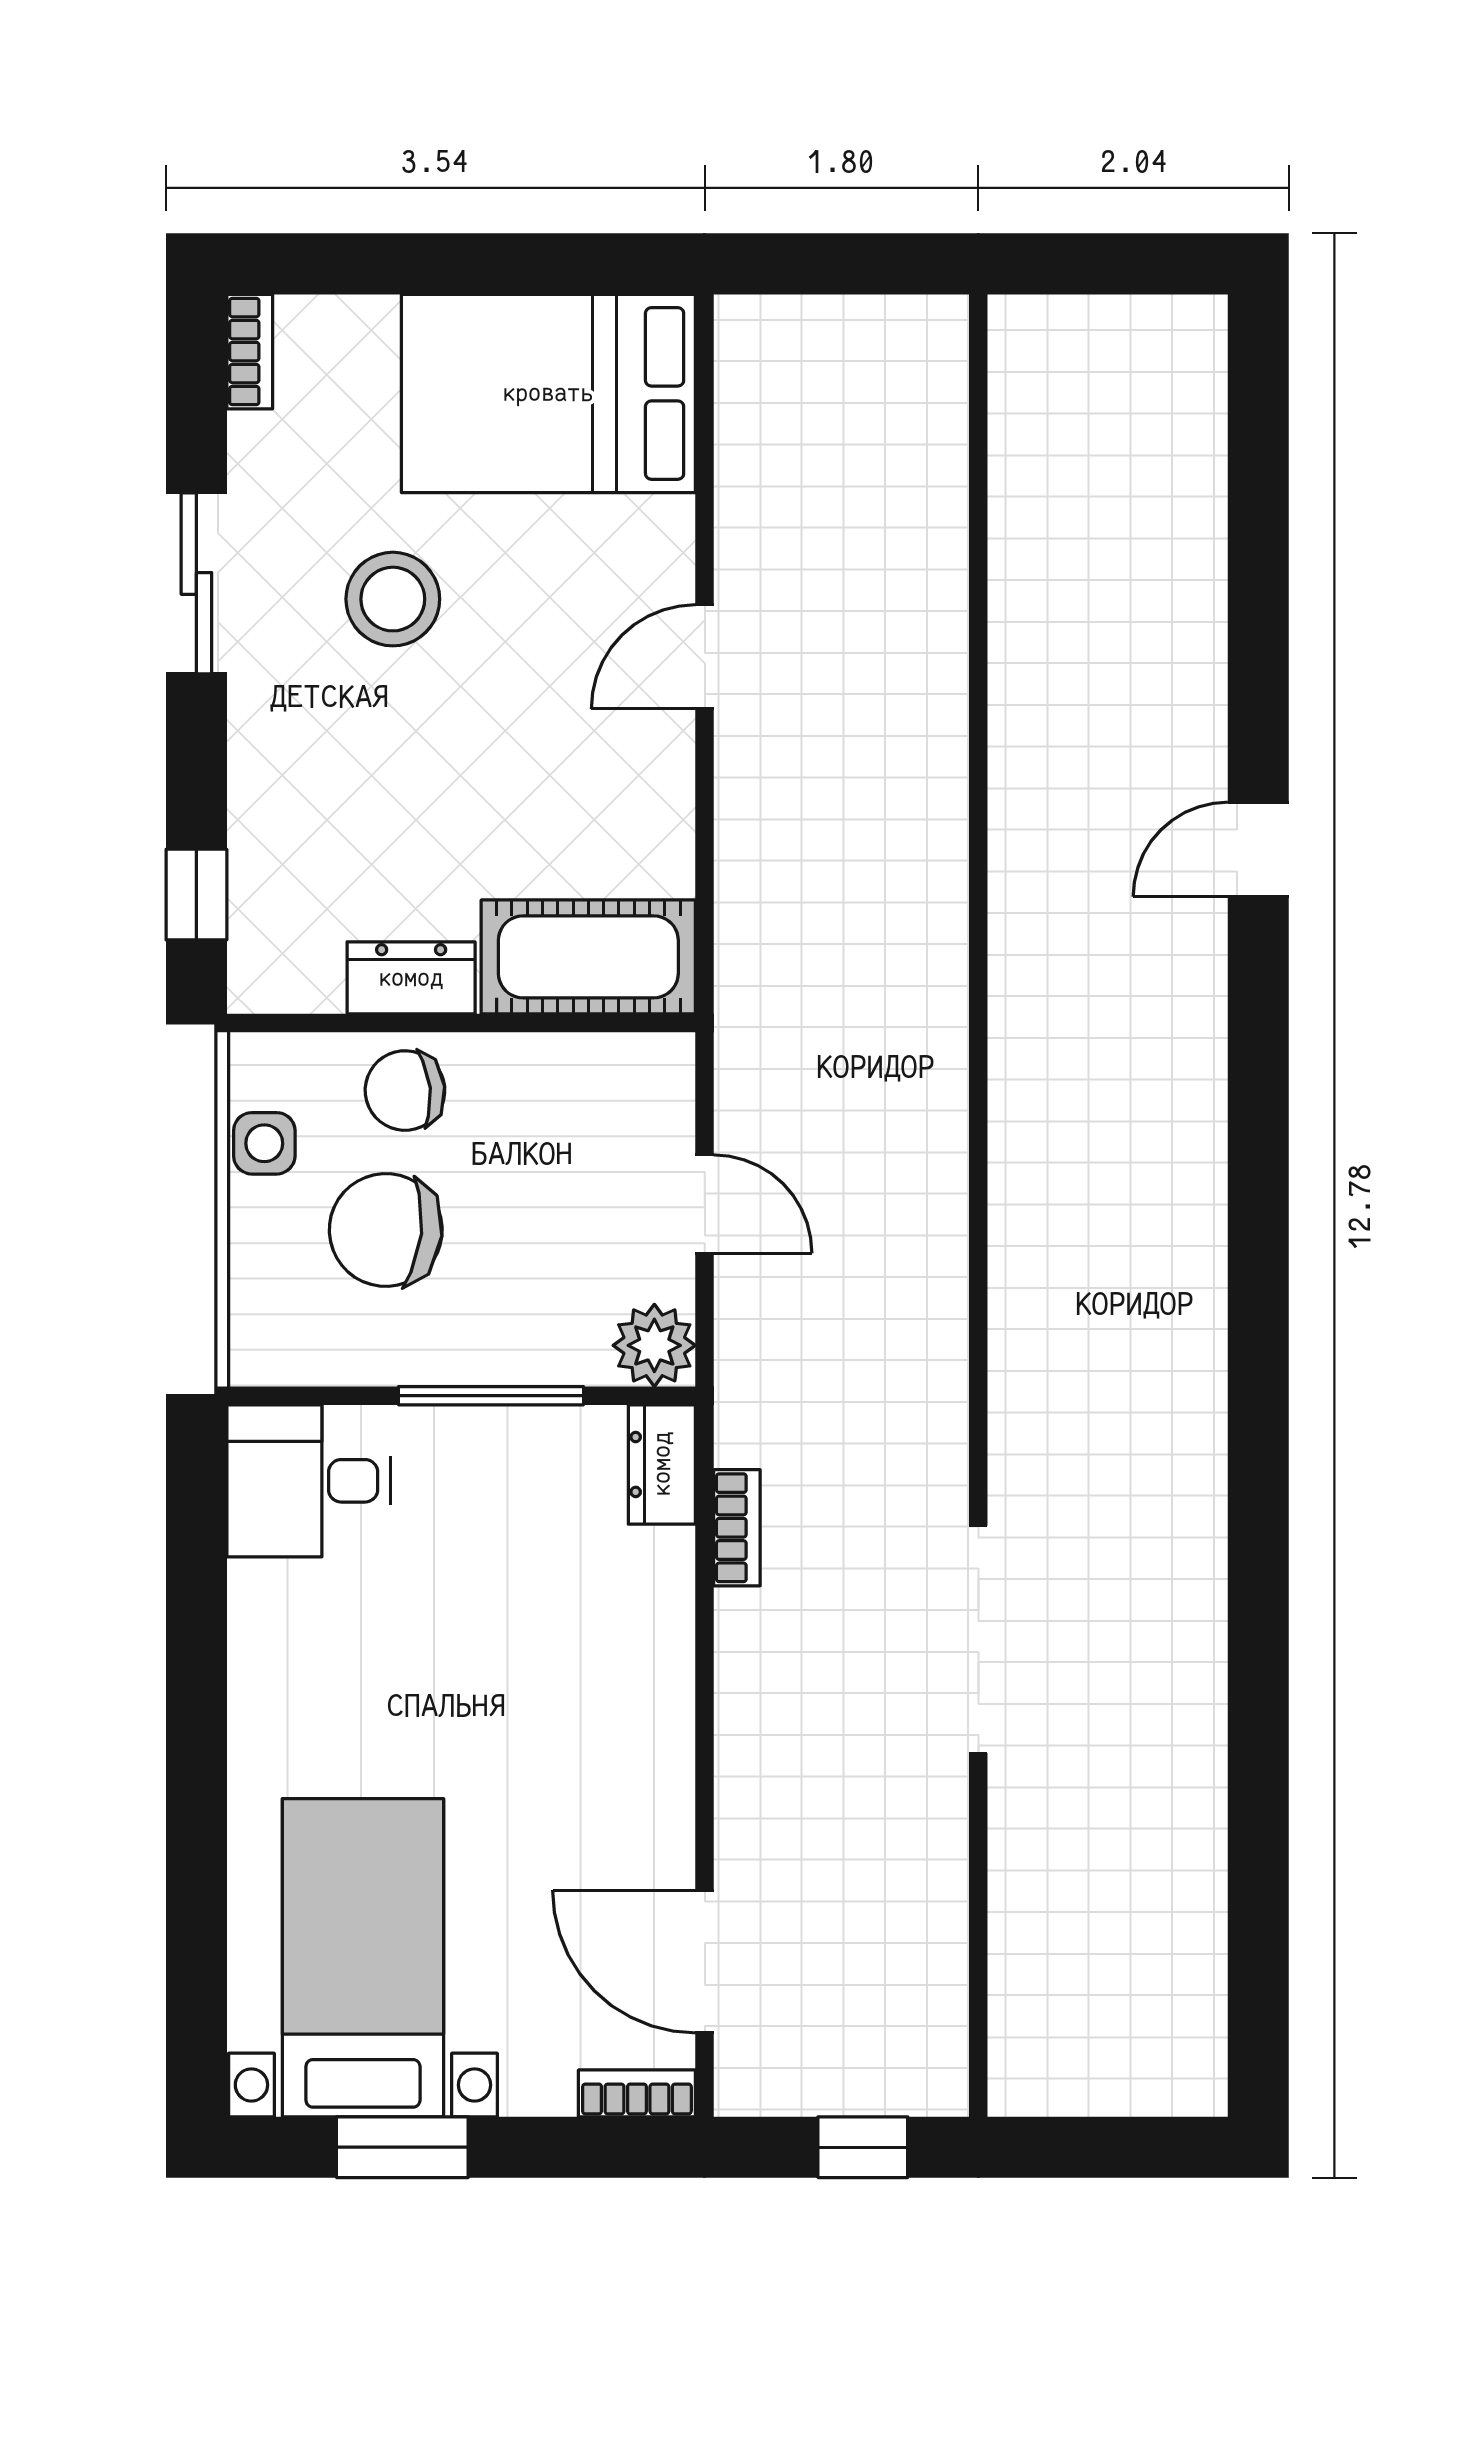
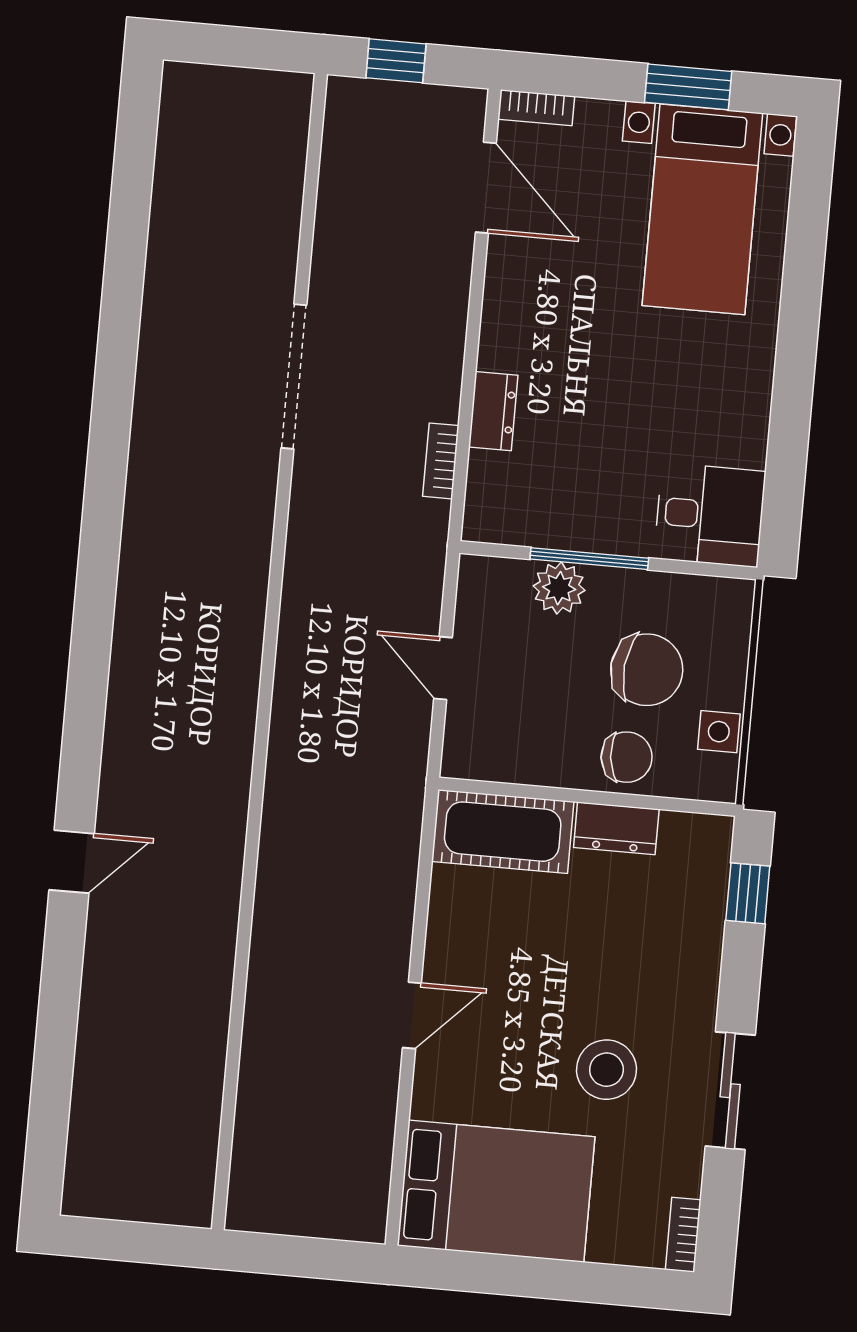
plant: (654, 1345) -> (559, 588), moved
dresser: (662, 1464) -> (493, 411), moved

